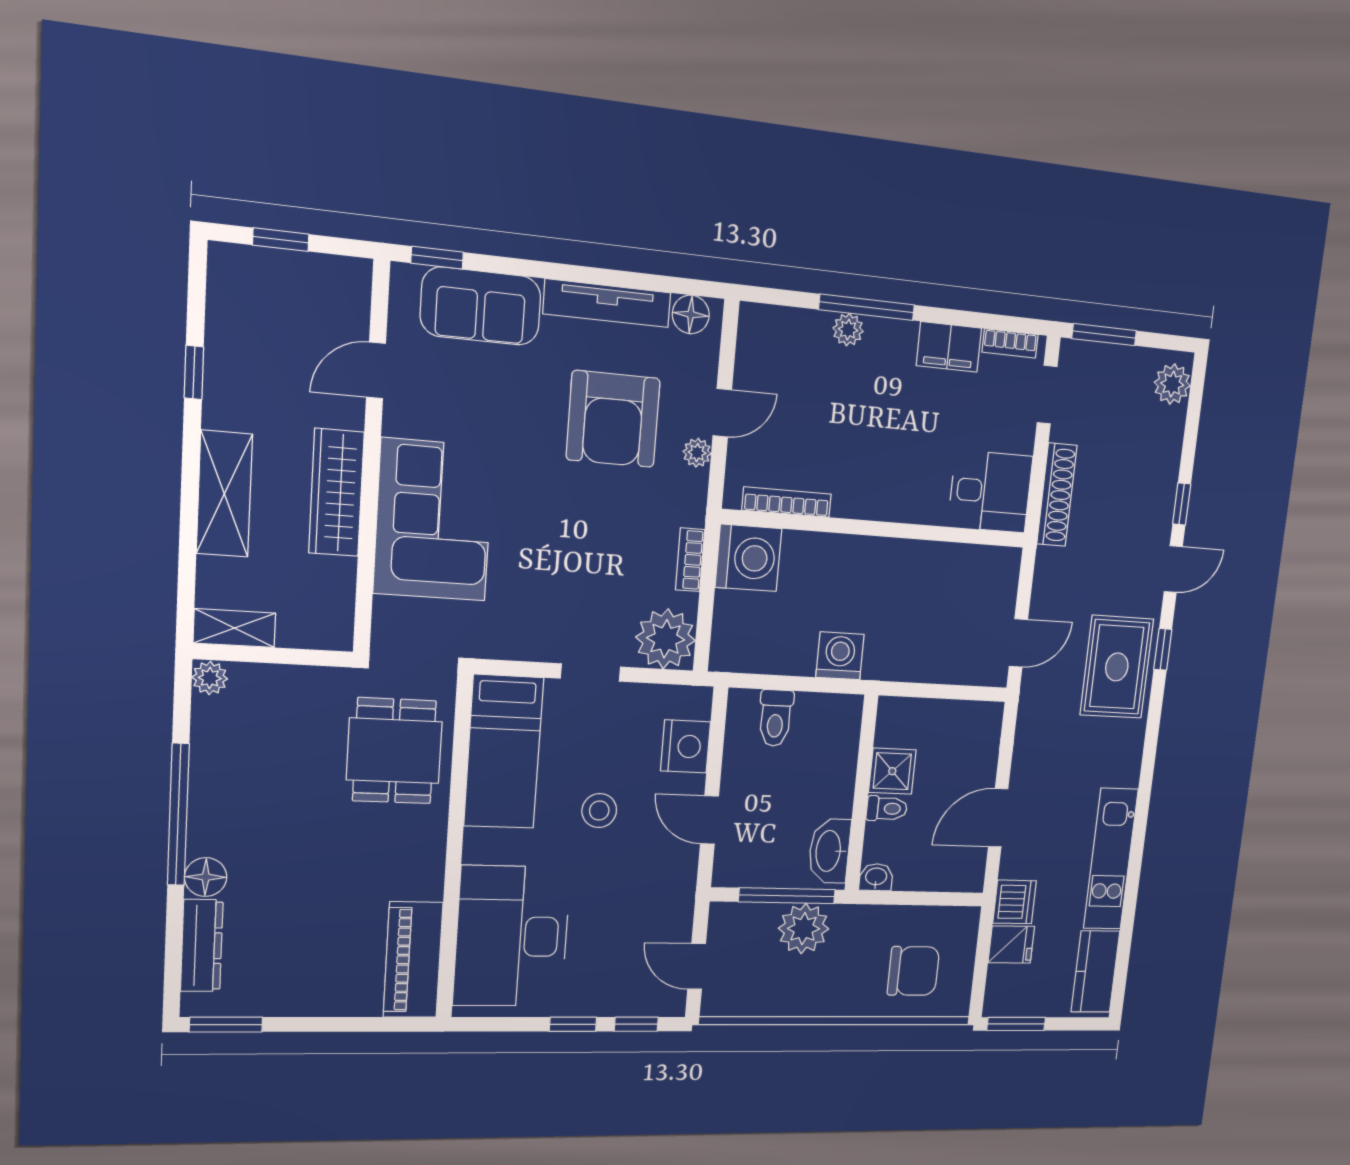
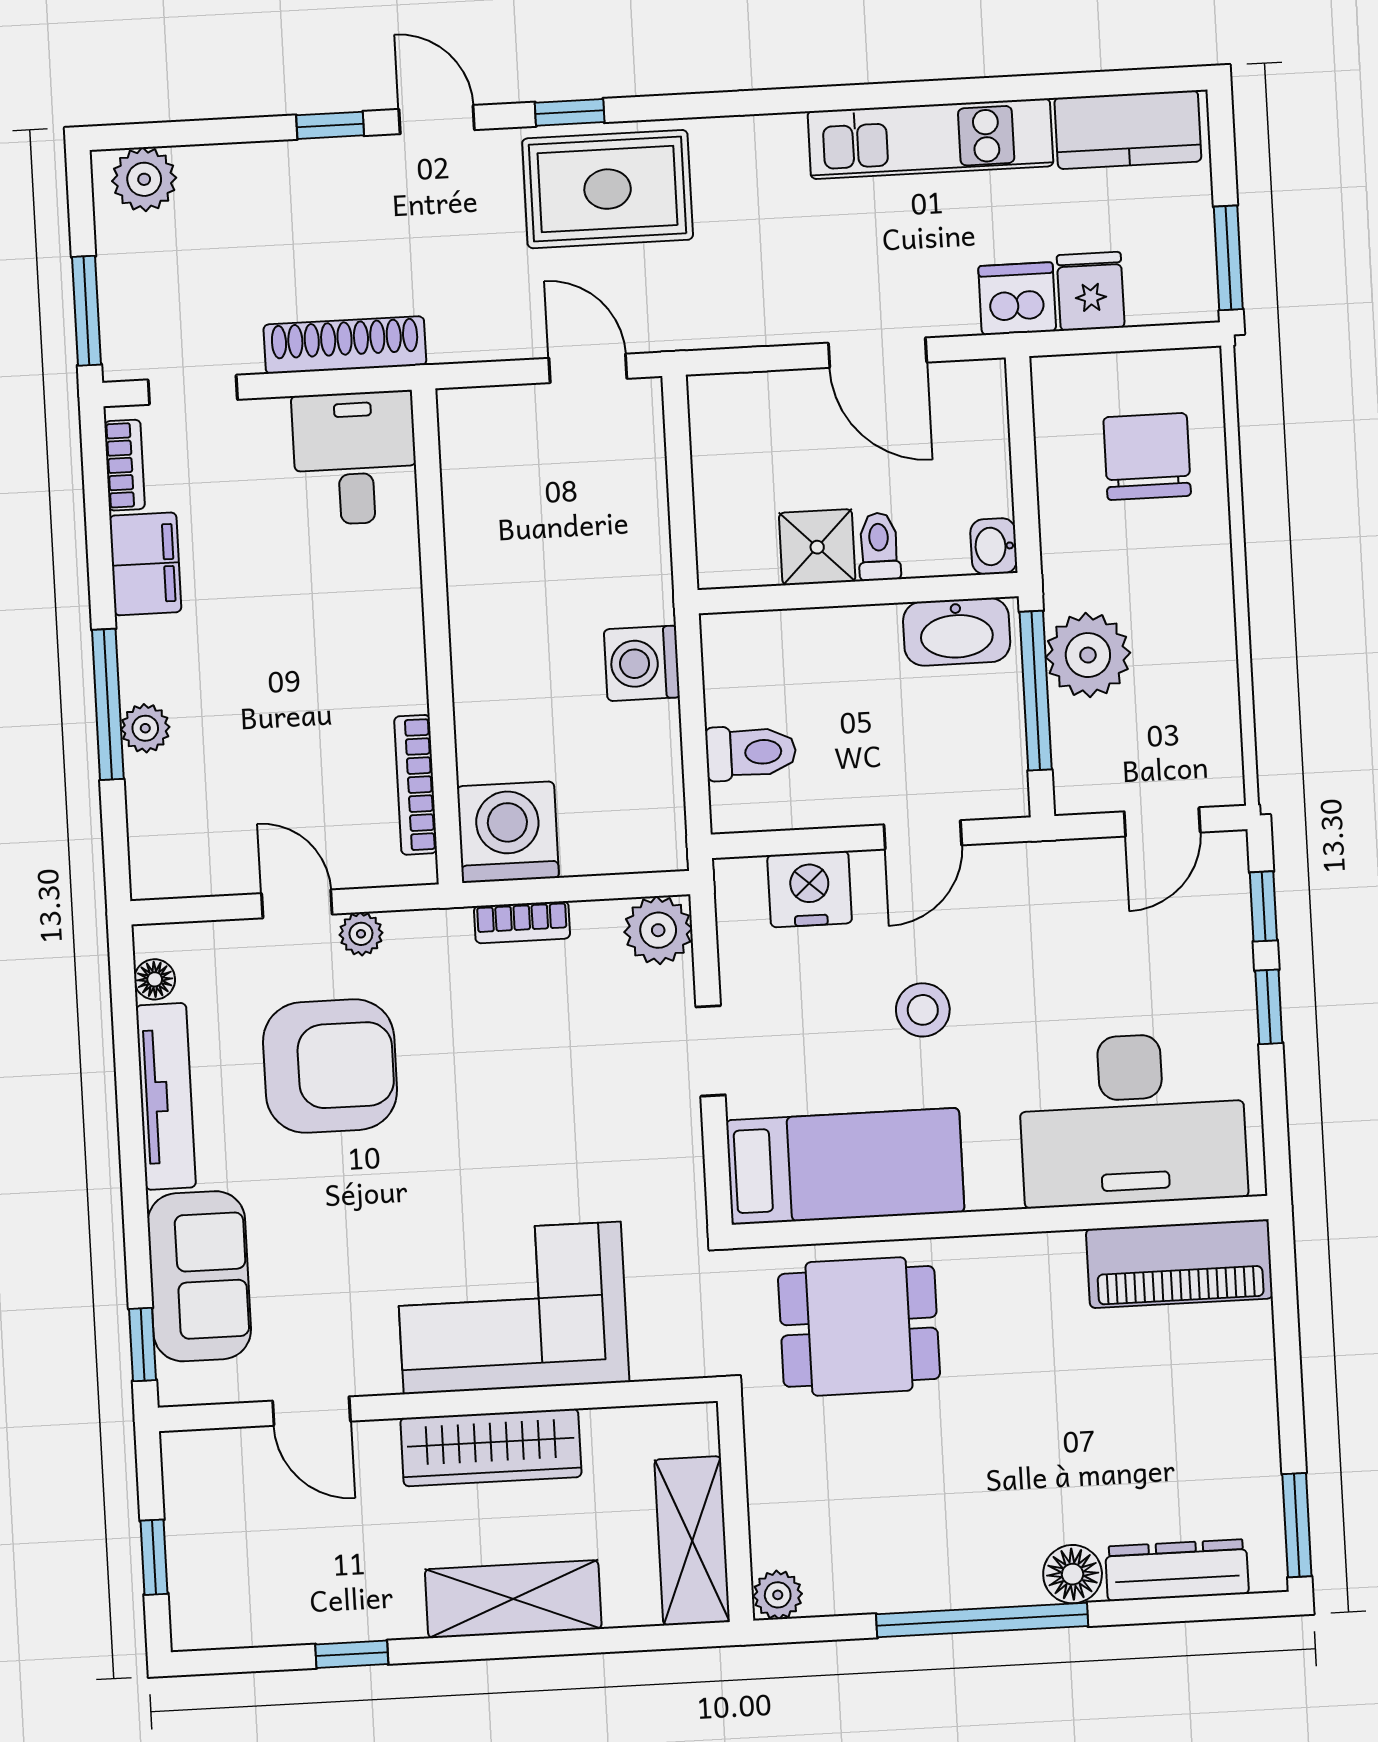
floor lamp: (691, 314) -> (155, 979), width x0.73, depth x0.73
shelving: (234, 628) -> (692, 1541), width x1.50, depth x1.33
plant: (666, 639) -> (658, 930), width x0.73, depth x0.73

